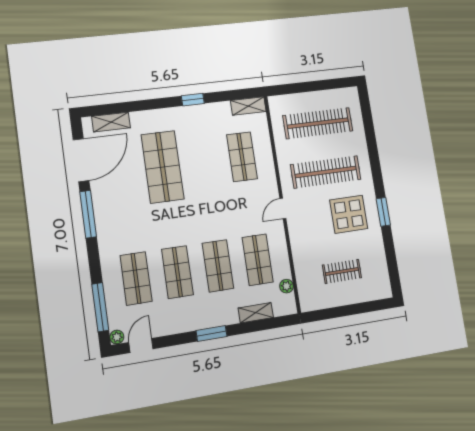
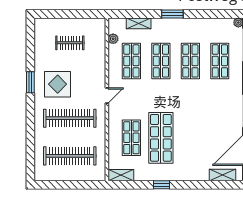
shop shelf: (163, 167) -> (161, 138), moved
door: (141, 346) -> (223, 14), removed

